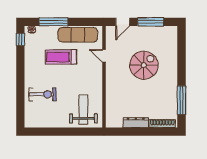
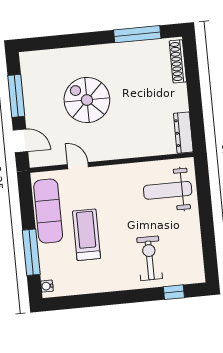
window: (20, 39) -> (174, 292), moved
door: (104, 56) -> (78, 166), swing flipped
treadmill: (61, 57) -> (87, 235), turned 180
dresser: (136, 123) -> (183, 133), moved

